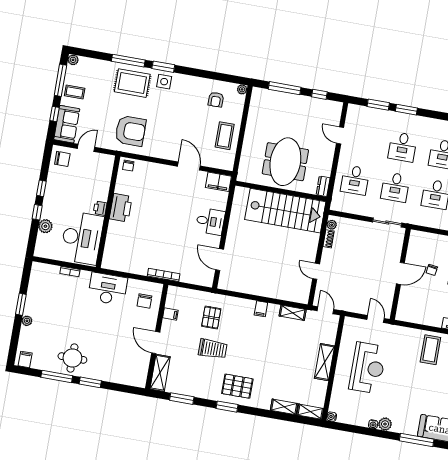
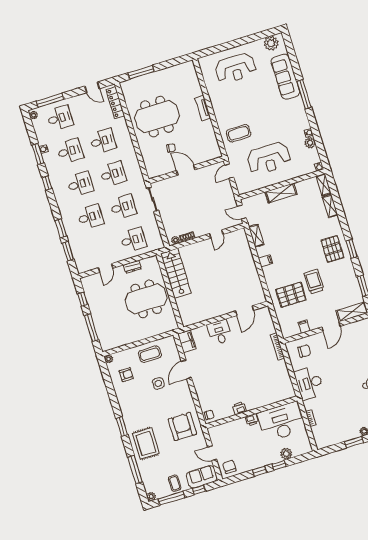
window: (128, 61) -> (135, 470), moved
side table: (164, 82) -> (158, 383), moved
dresser: (323, 186) -> (132, 267), moved
printer: (121, 208) -> (239, 408), width x0.53, depth x0.68
stairs: (285, 211) -> (176, 273), width x0.73, depth x0.66
door: (325, 310) -> (242, 212), hinge flipped
pallet: (211, 317) -> (291, 295), width x1.50, depth x1.42
coffee table: (430, 350) -> (239, 133), moved
reception desk: (368, 368) -> (269, 158), turned 180
plant: (385, 424) -> (310, 143), moved

